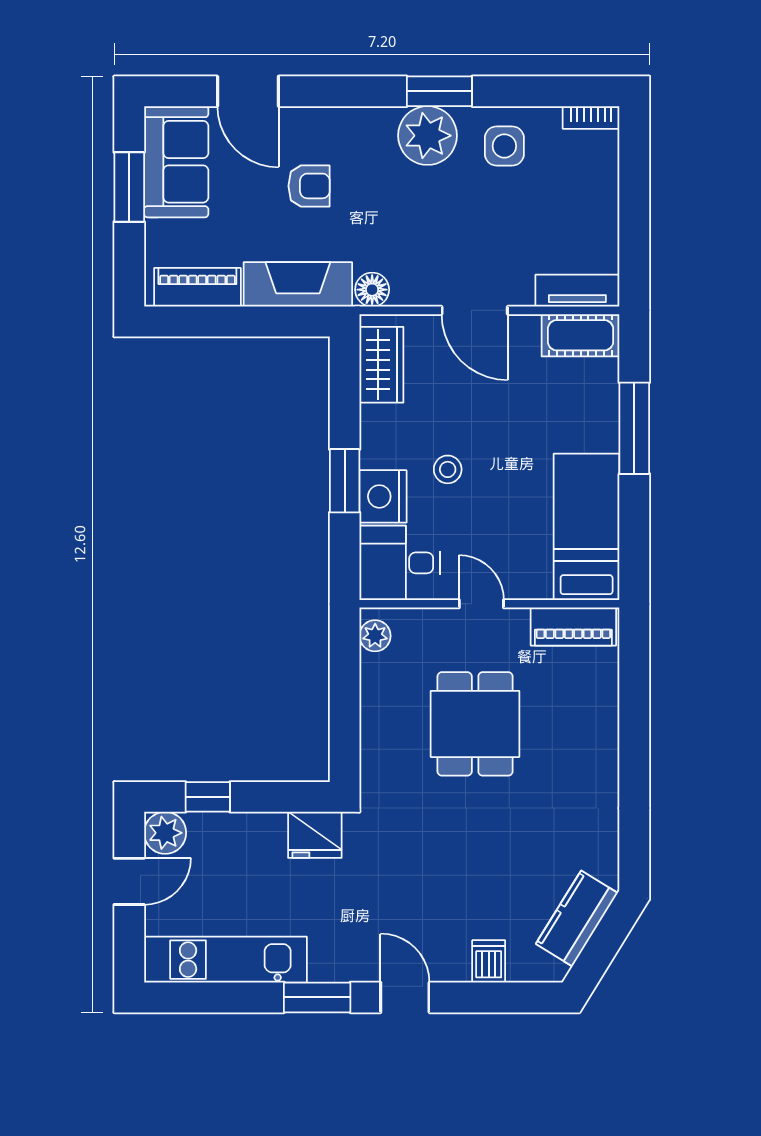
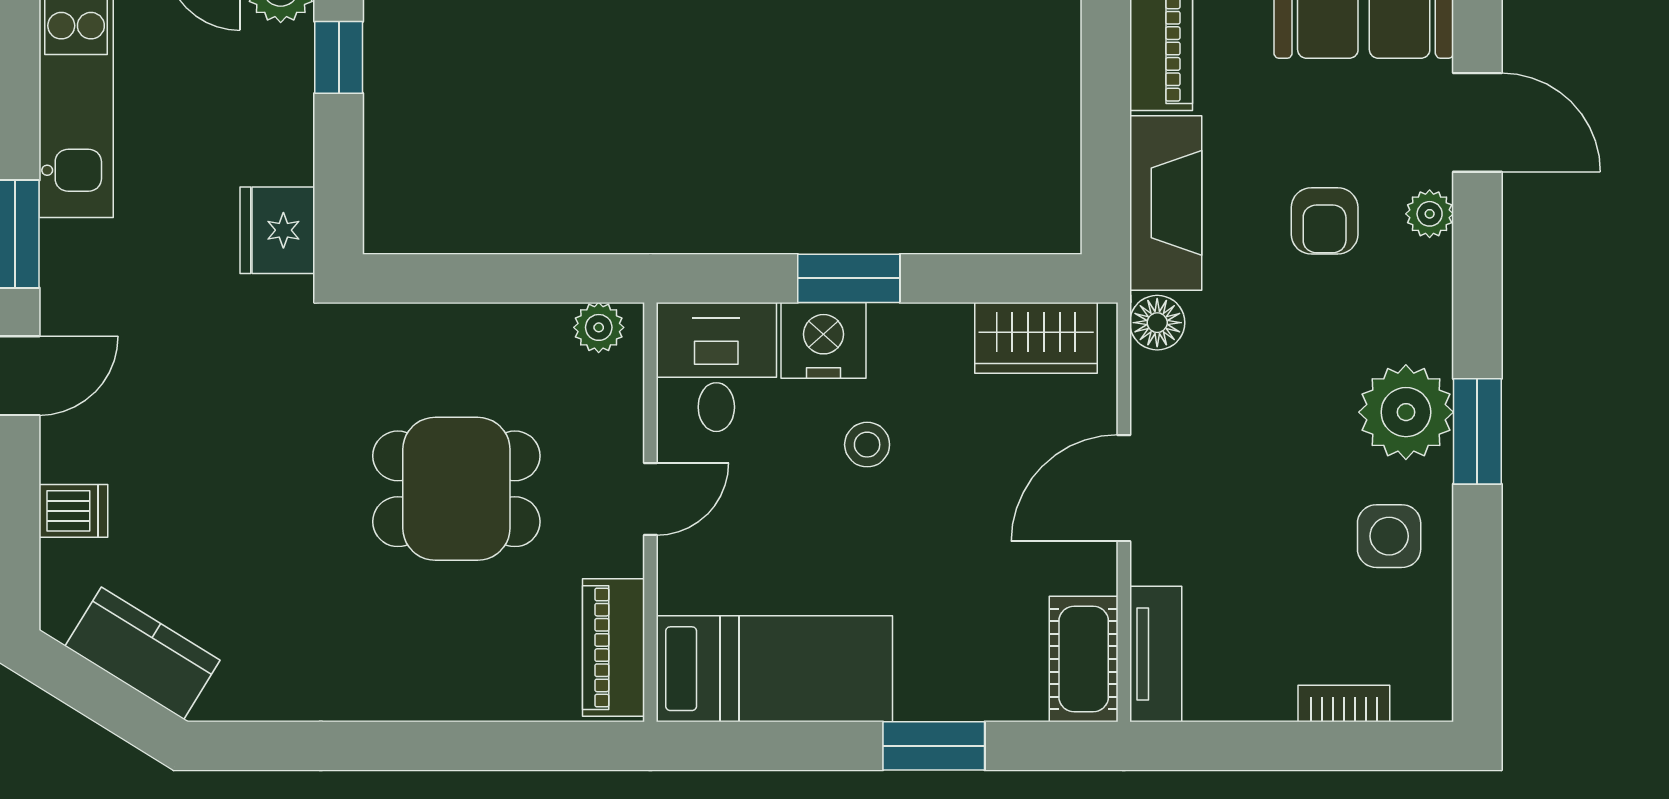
door: (248, 91) -> (1477, 122), swing flipped
bookcase: (591, 117) -> (1344, 703), moved, turned 90
plant: (305, 121) -> (1430, 214), added
window: (634, 428) -> (934, 746), width x0.69

